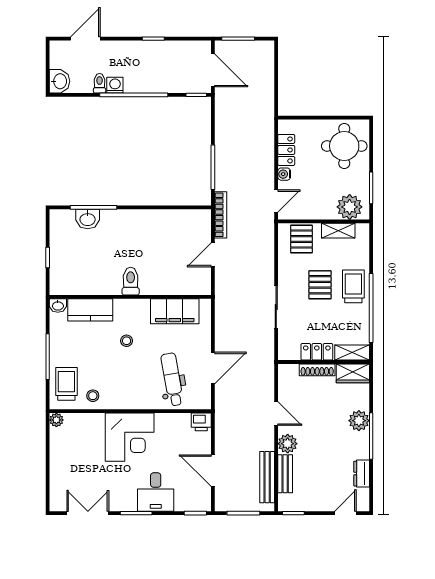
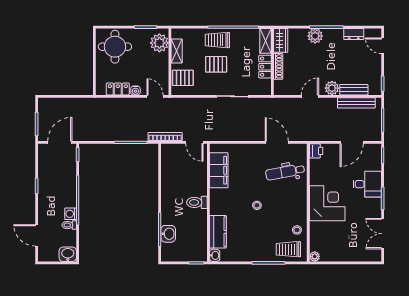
toilet: (131, 281) -> (197, 202), moved
wall: (130, 297) -> (208, 203), moved
washbasin: (58, 306) -> (215, 255), moved
kitchen counter: (90, 310) -> (218, 232), moved
filing cabinet: (175, 311) -> (219, 170), moved

